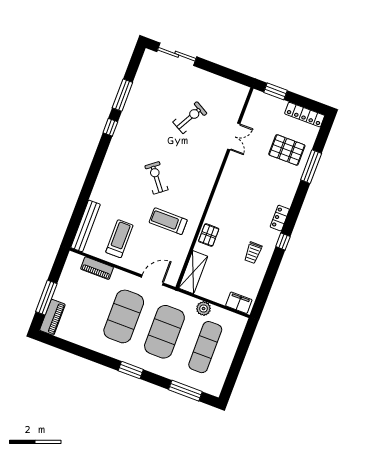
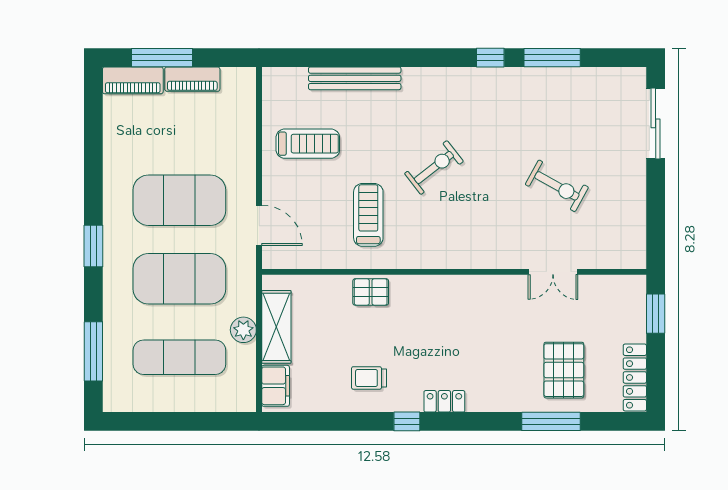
bench: (86, 226) -> (355, 78), moved
piano: (97, 268) -> (192, 79), moved, turned -90
shelving: (193, 272) -> (276, 327), moved, turned 90

